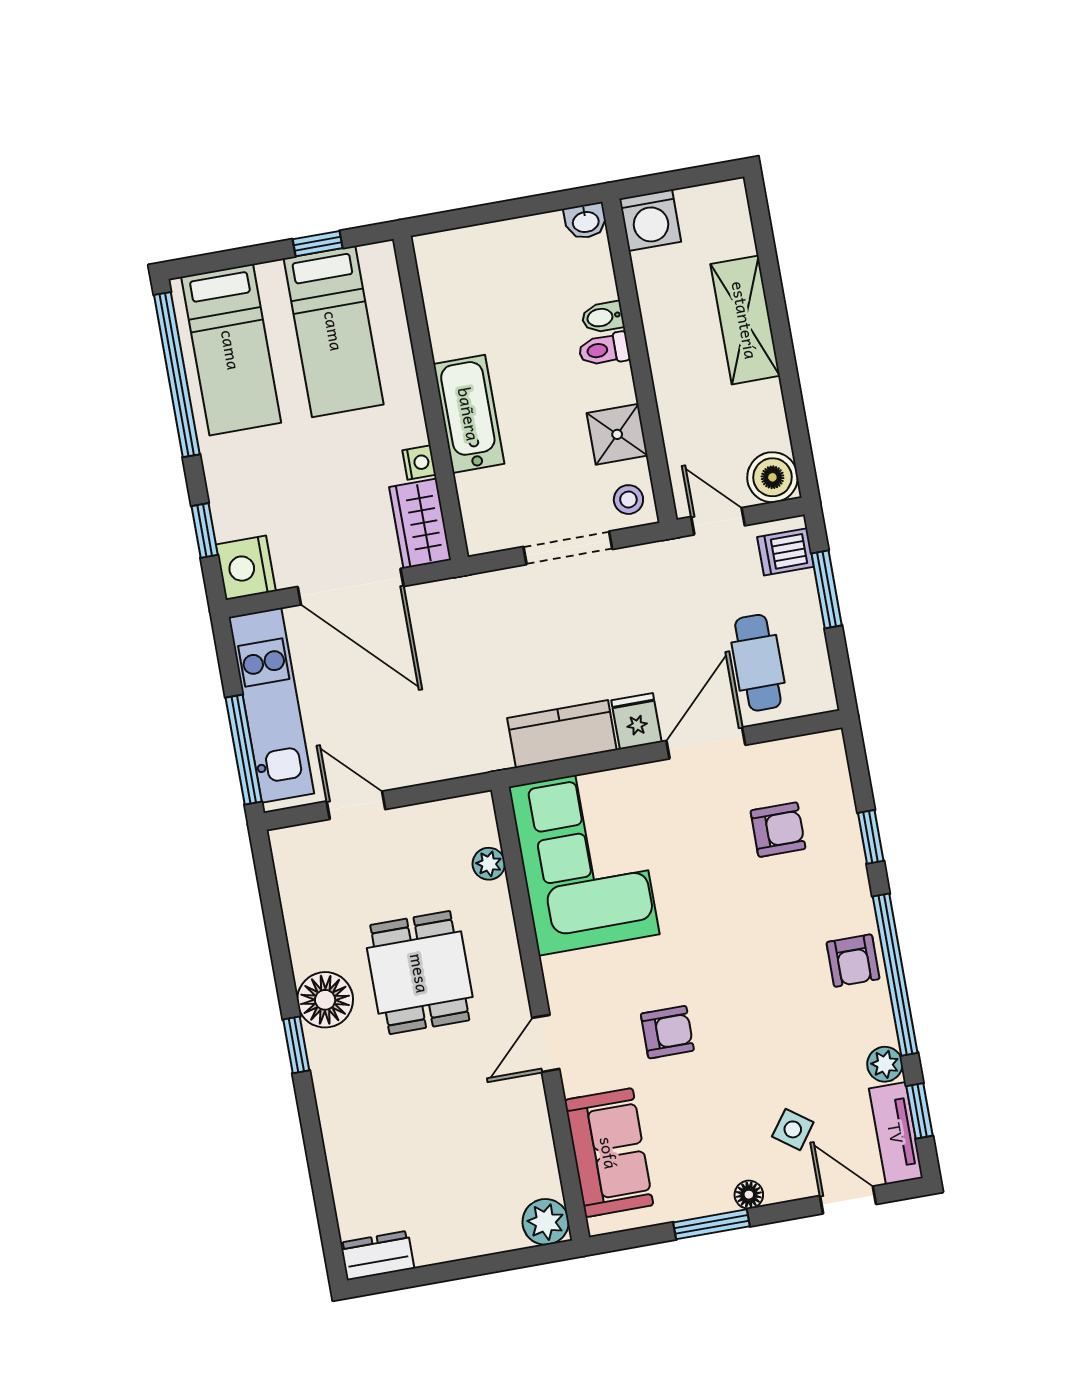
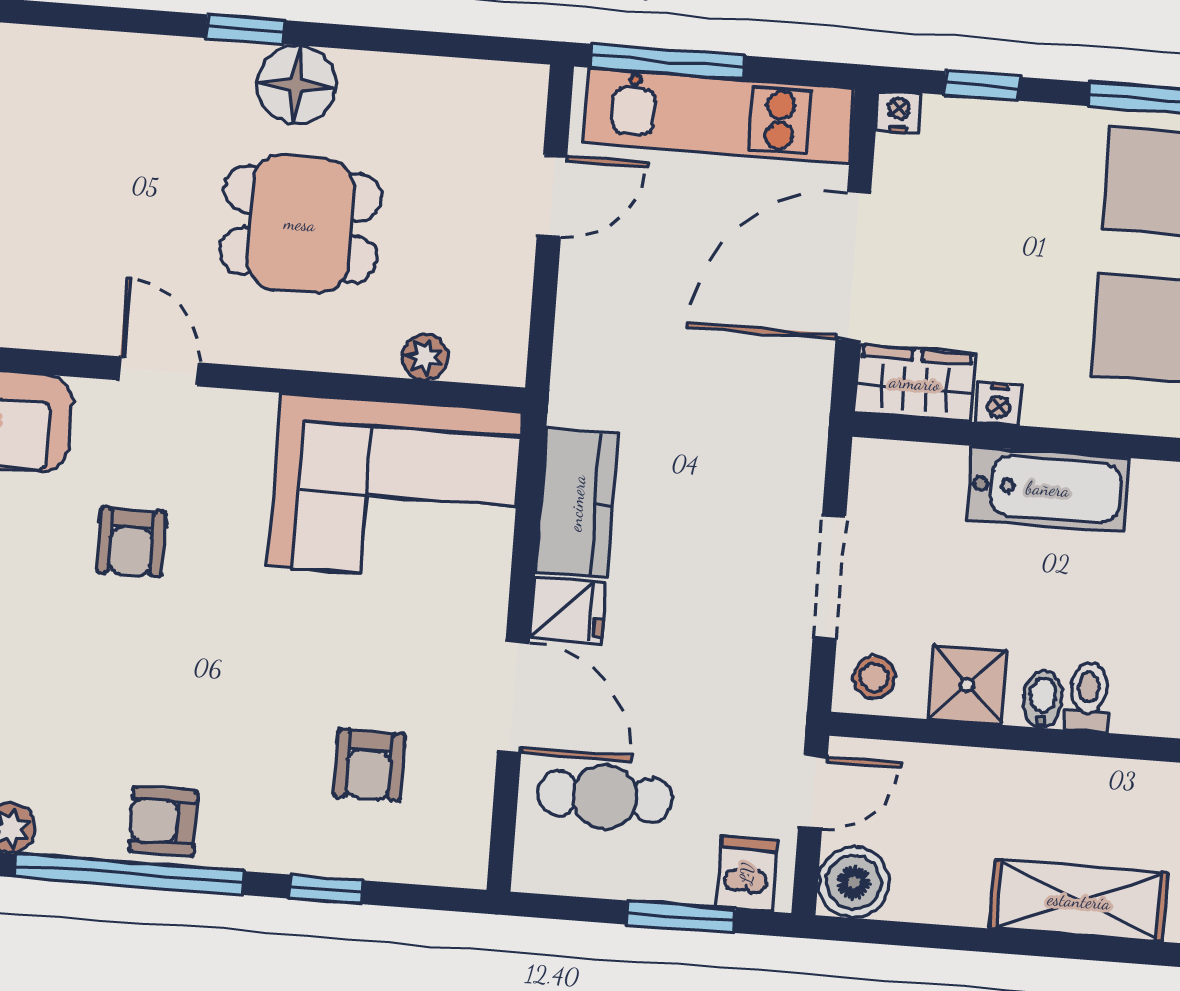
bidet: (603, 317) -> (1043, 700), moved
nightstand: (246, 568) -> (899, 112), width x0.53, depth x0.56

